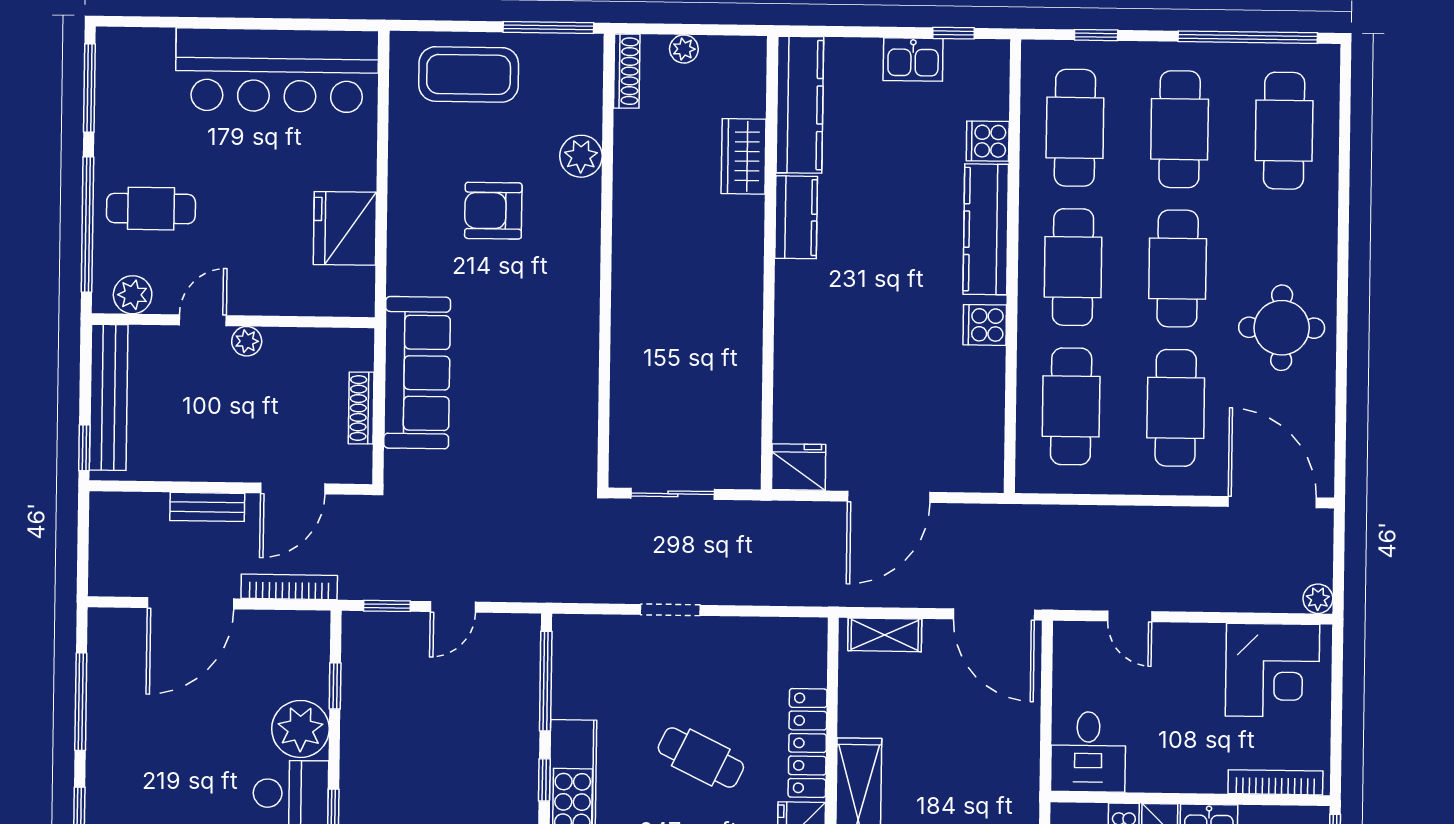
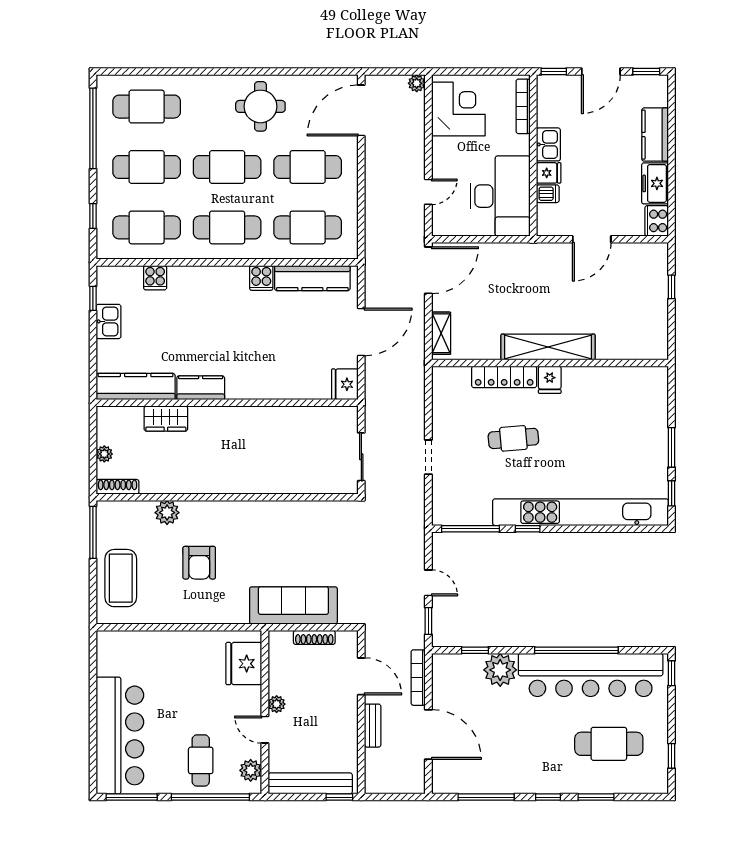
bar counter: (277, 70) -> (120, 735), moved
fridge: (345, 228) -> (244, 664), moved, turned 90
kitchen counter: (986, 229) -> (312, 278), moved
door: (889, 497) -> (361, 332), hinge flipped
desk: (1088, 752) -> (500, 196), width x1.87, depth x1.30
cafe table: (701, 758) -> (513, 438), turned 59

